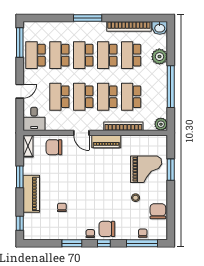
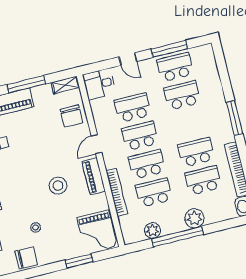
window: (20, 42) -> (169, 49), moved
school desk: (83, 55) -> (189, 124), removed
plant: (159, 57) -> (194, 218), moved
plant: (161, 124) -> (152, 230), moved
chair: (54, 147) -> (71, 116), turned 180
grand piano: (146, 169) -> (97, 232), moved
stool: (107, 172) -> (58, 186), added
window: (20, 177) -> (26, 84), width x1.44

